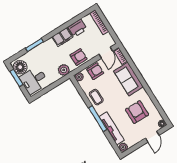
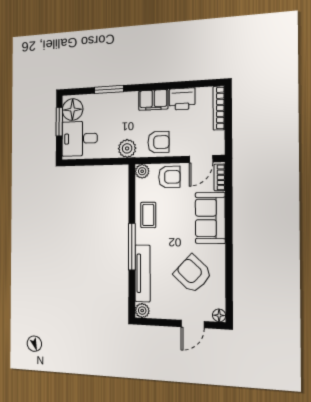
armchair: (137, 112) -> (193, 274), turned -47

